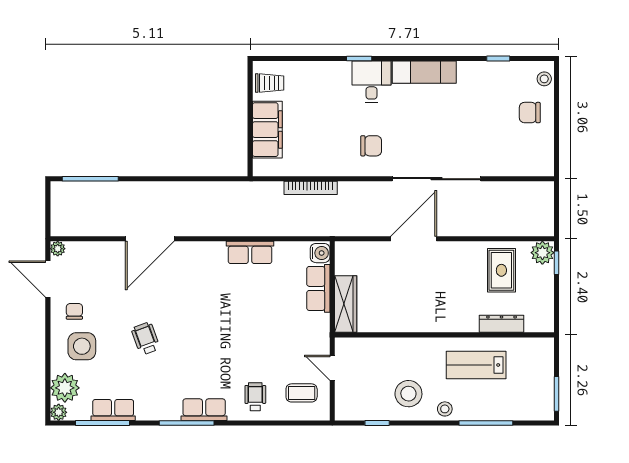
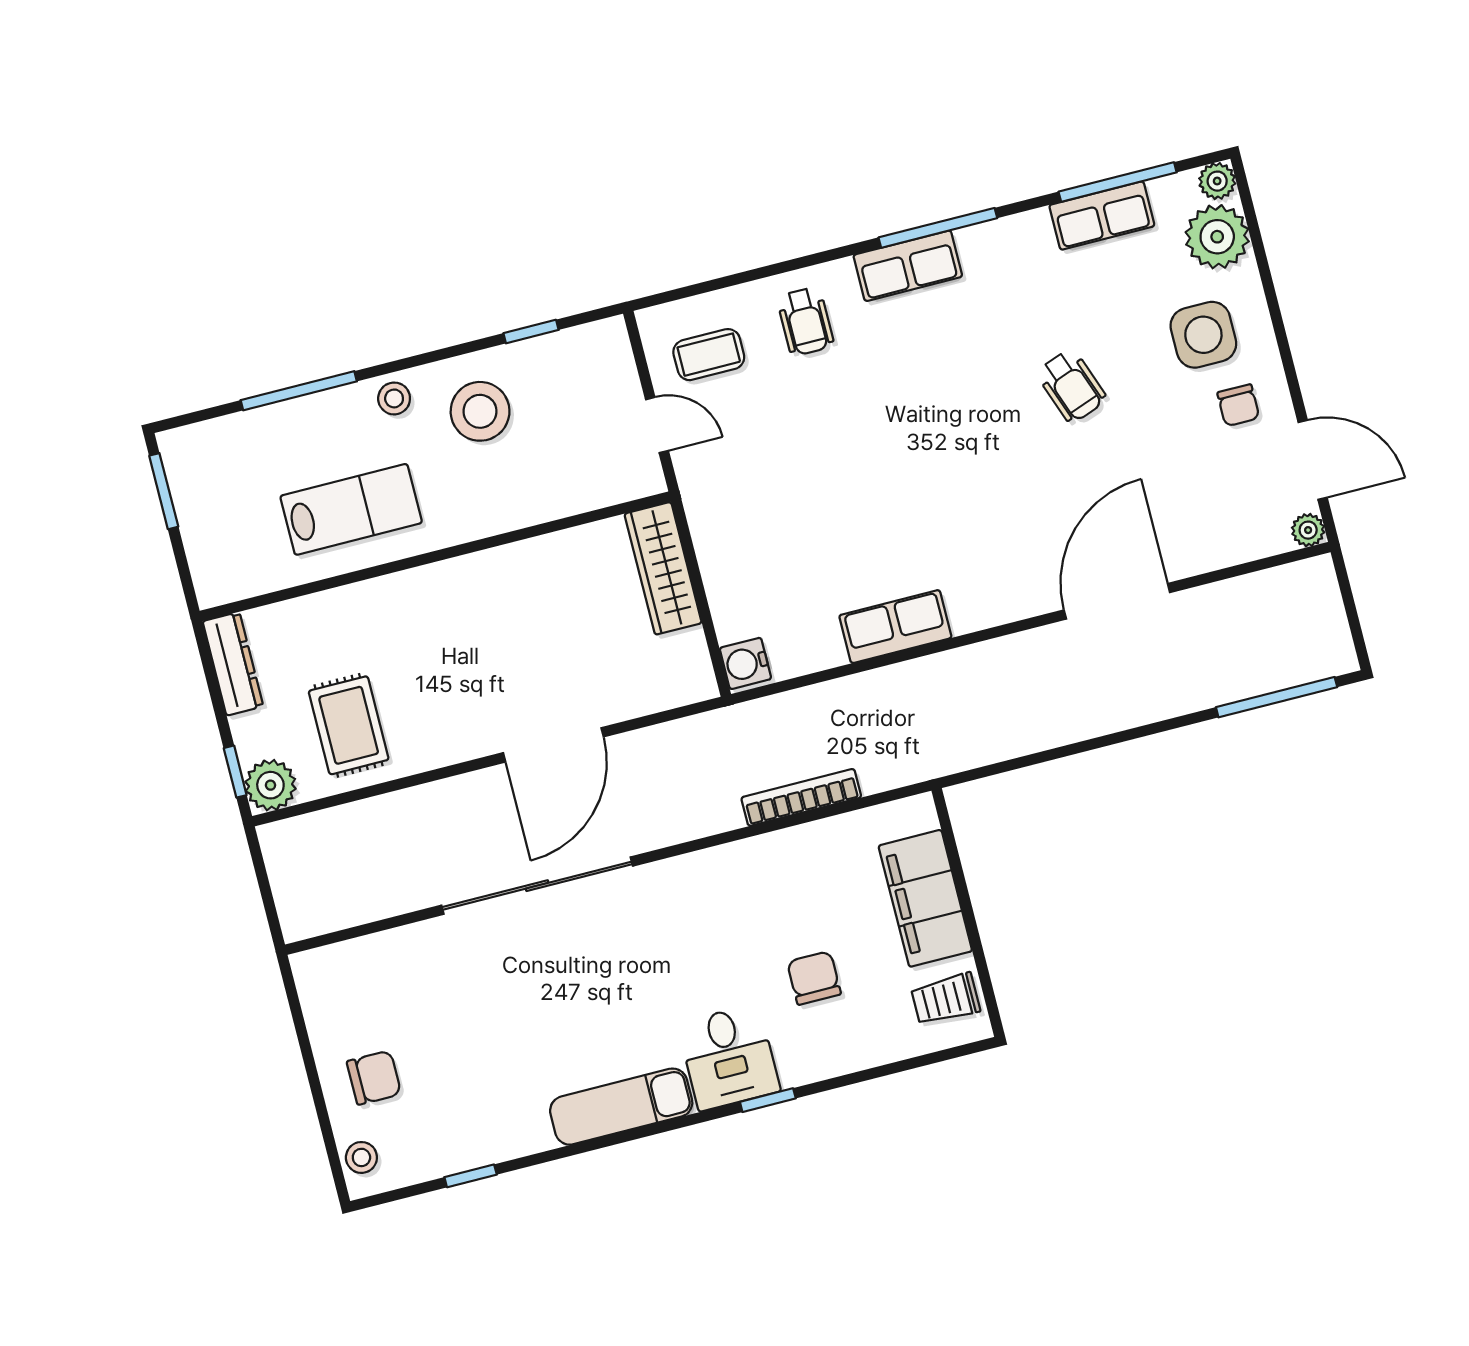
chair: (371, 146) -> (814, 978), moved, turned 90
row of seats: (318, 288) -> (730, 587), removed
dresser: (502, 324) -> (233, 664), moved, turned -90

